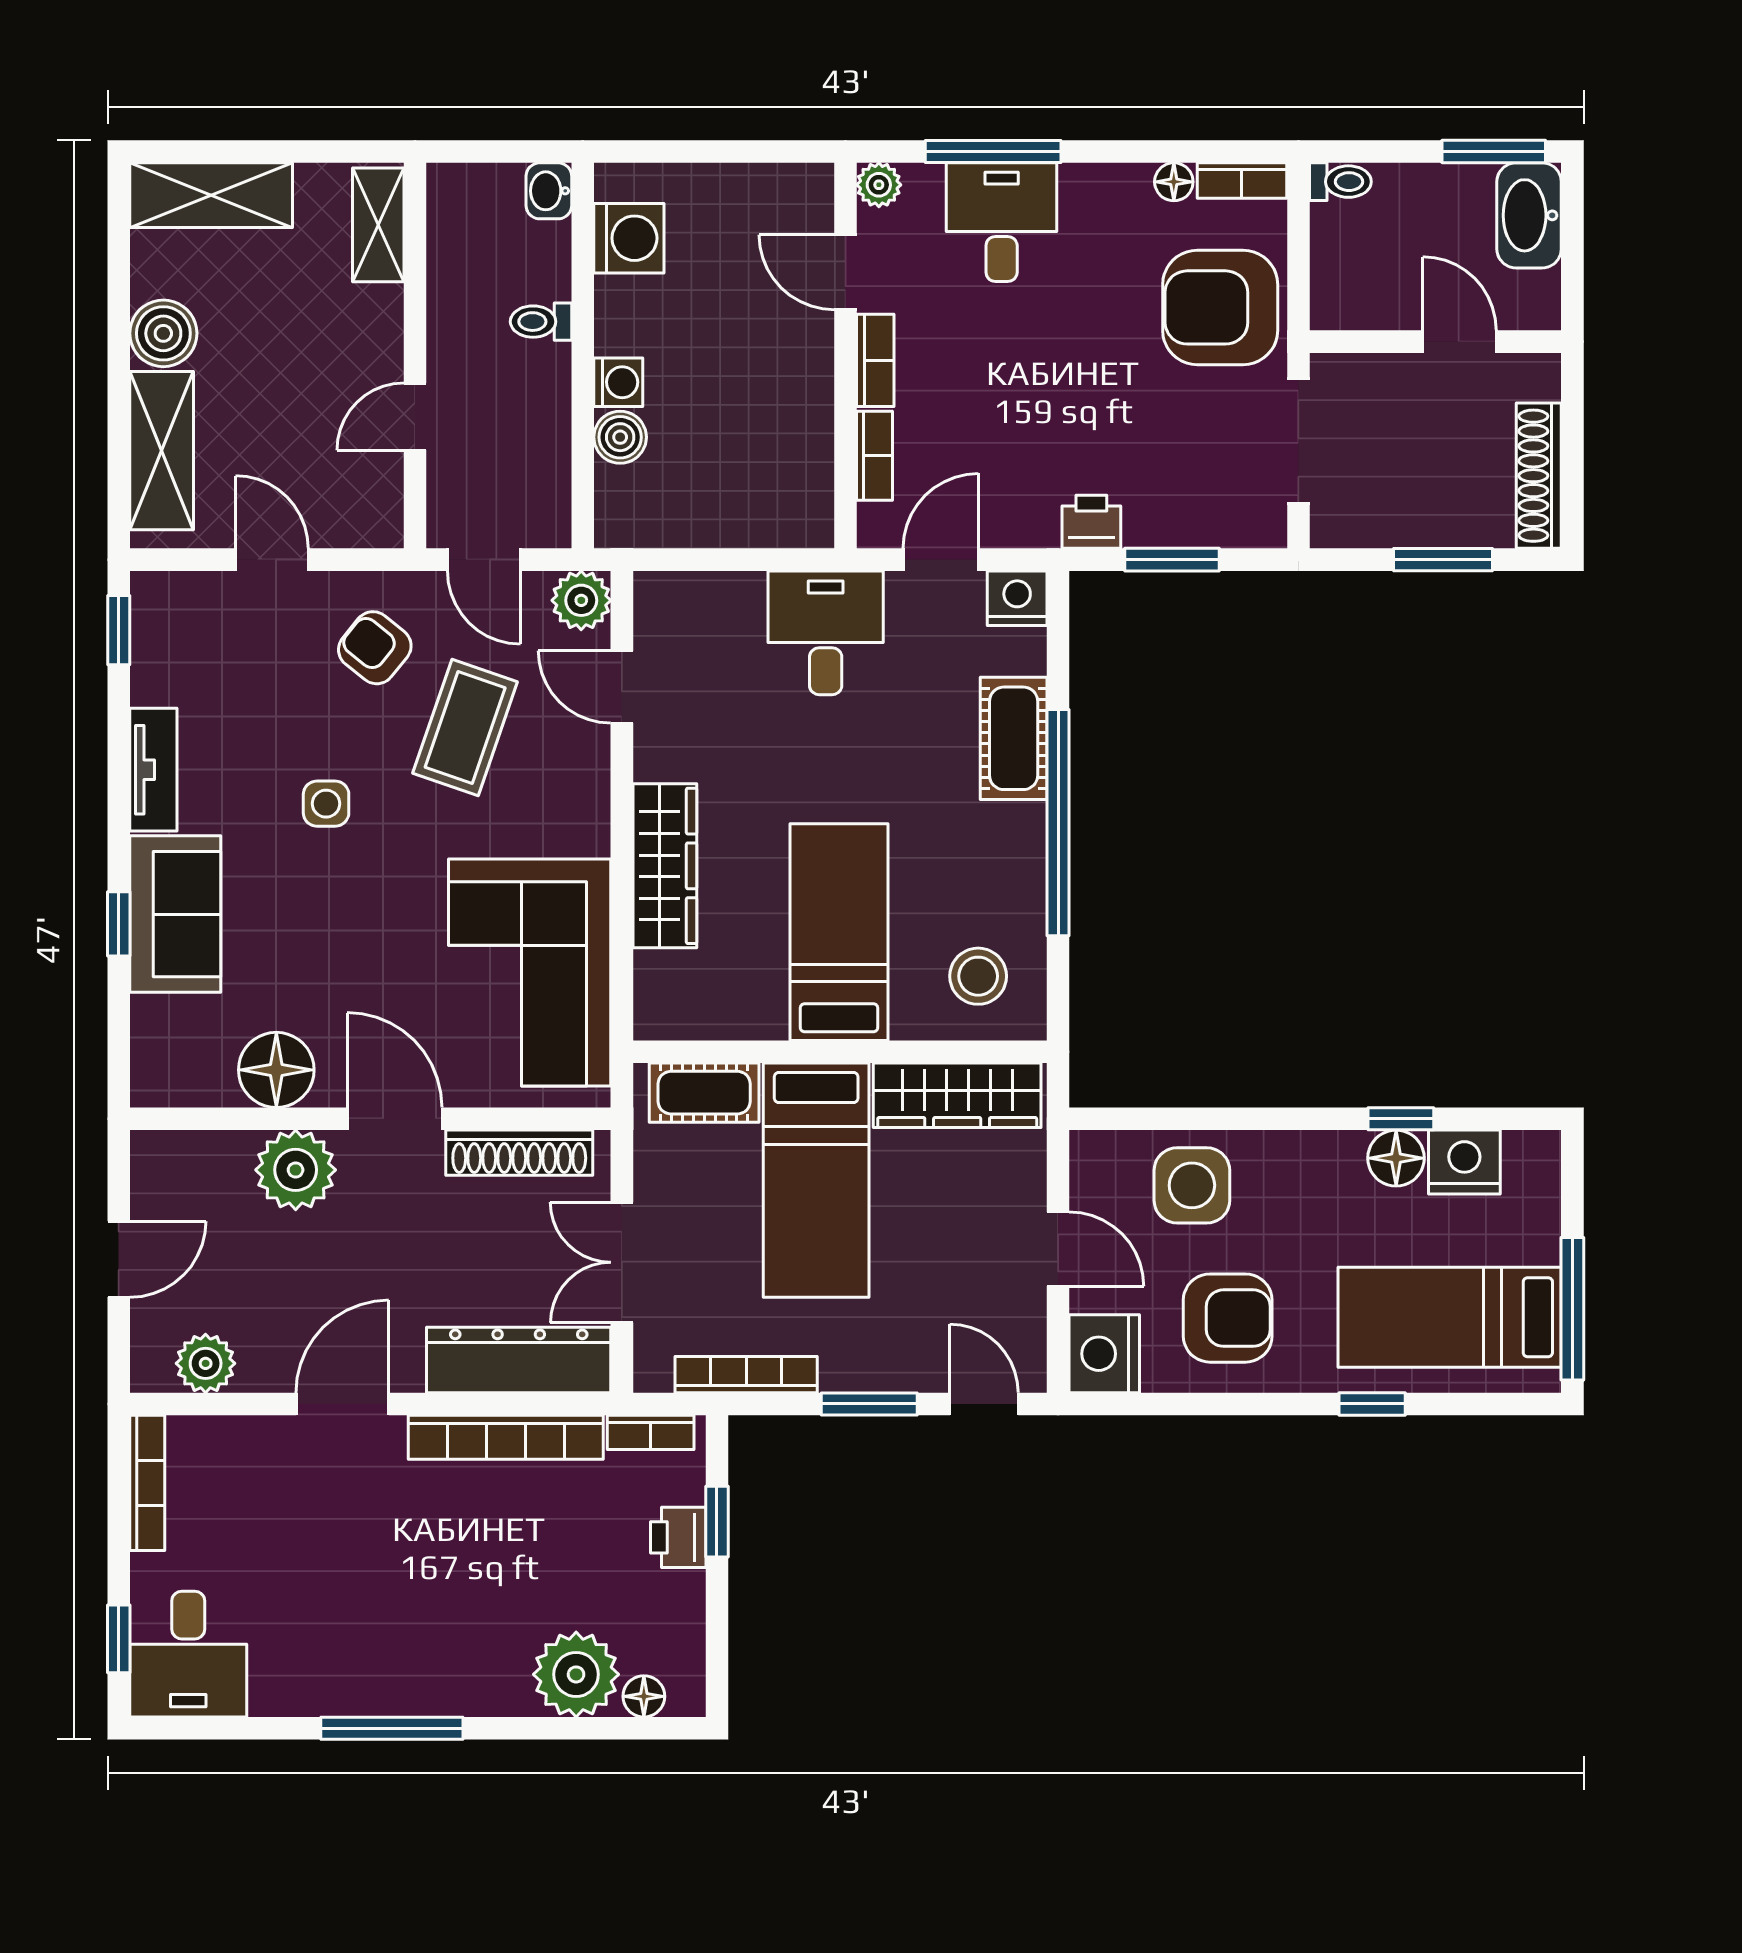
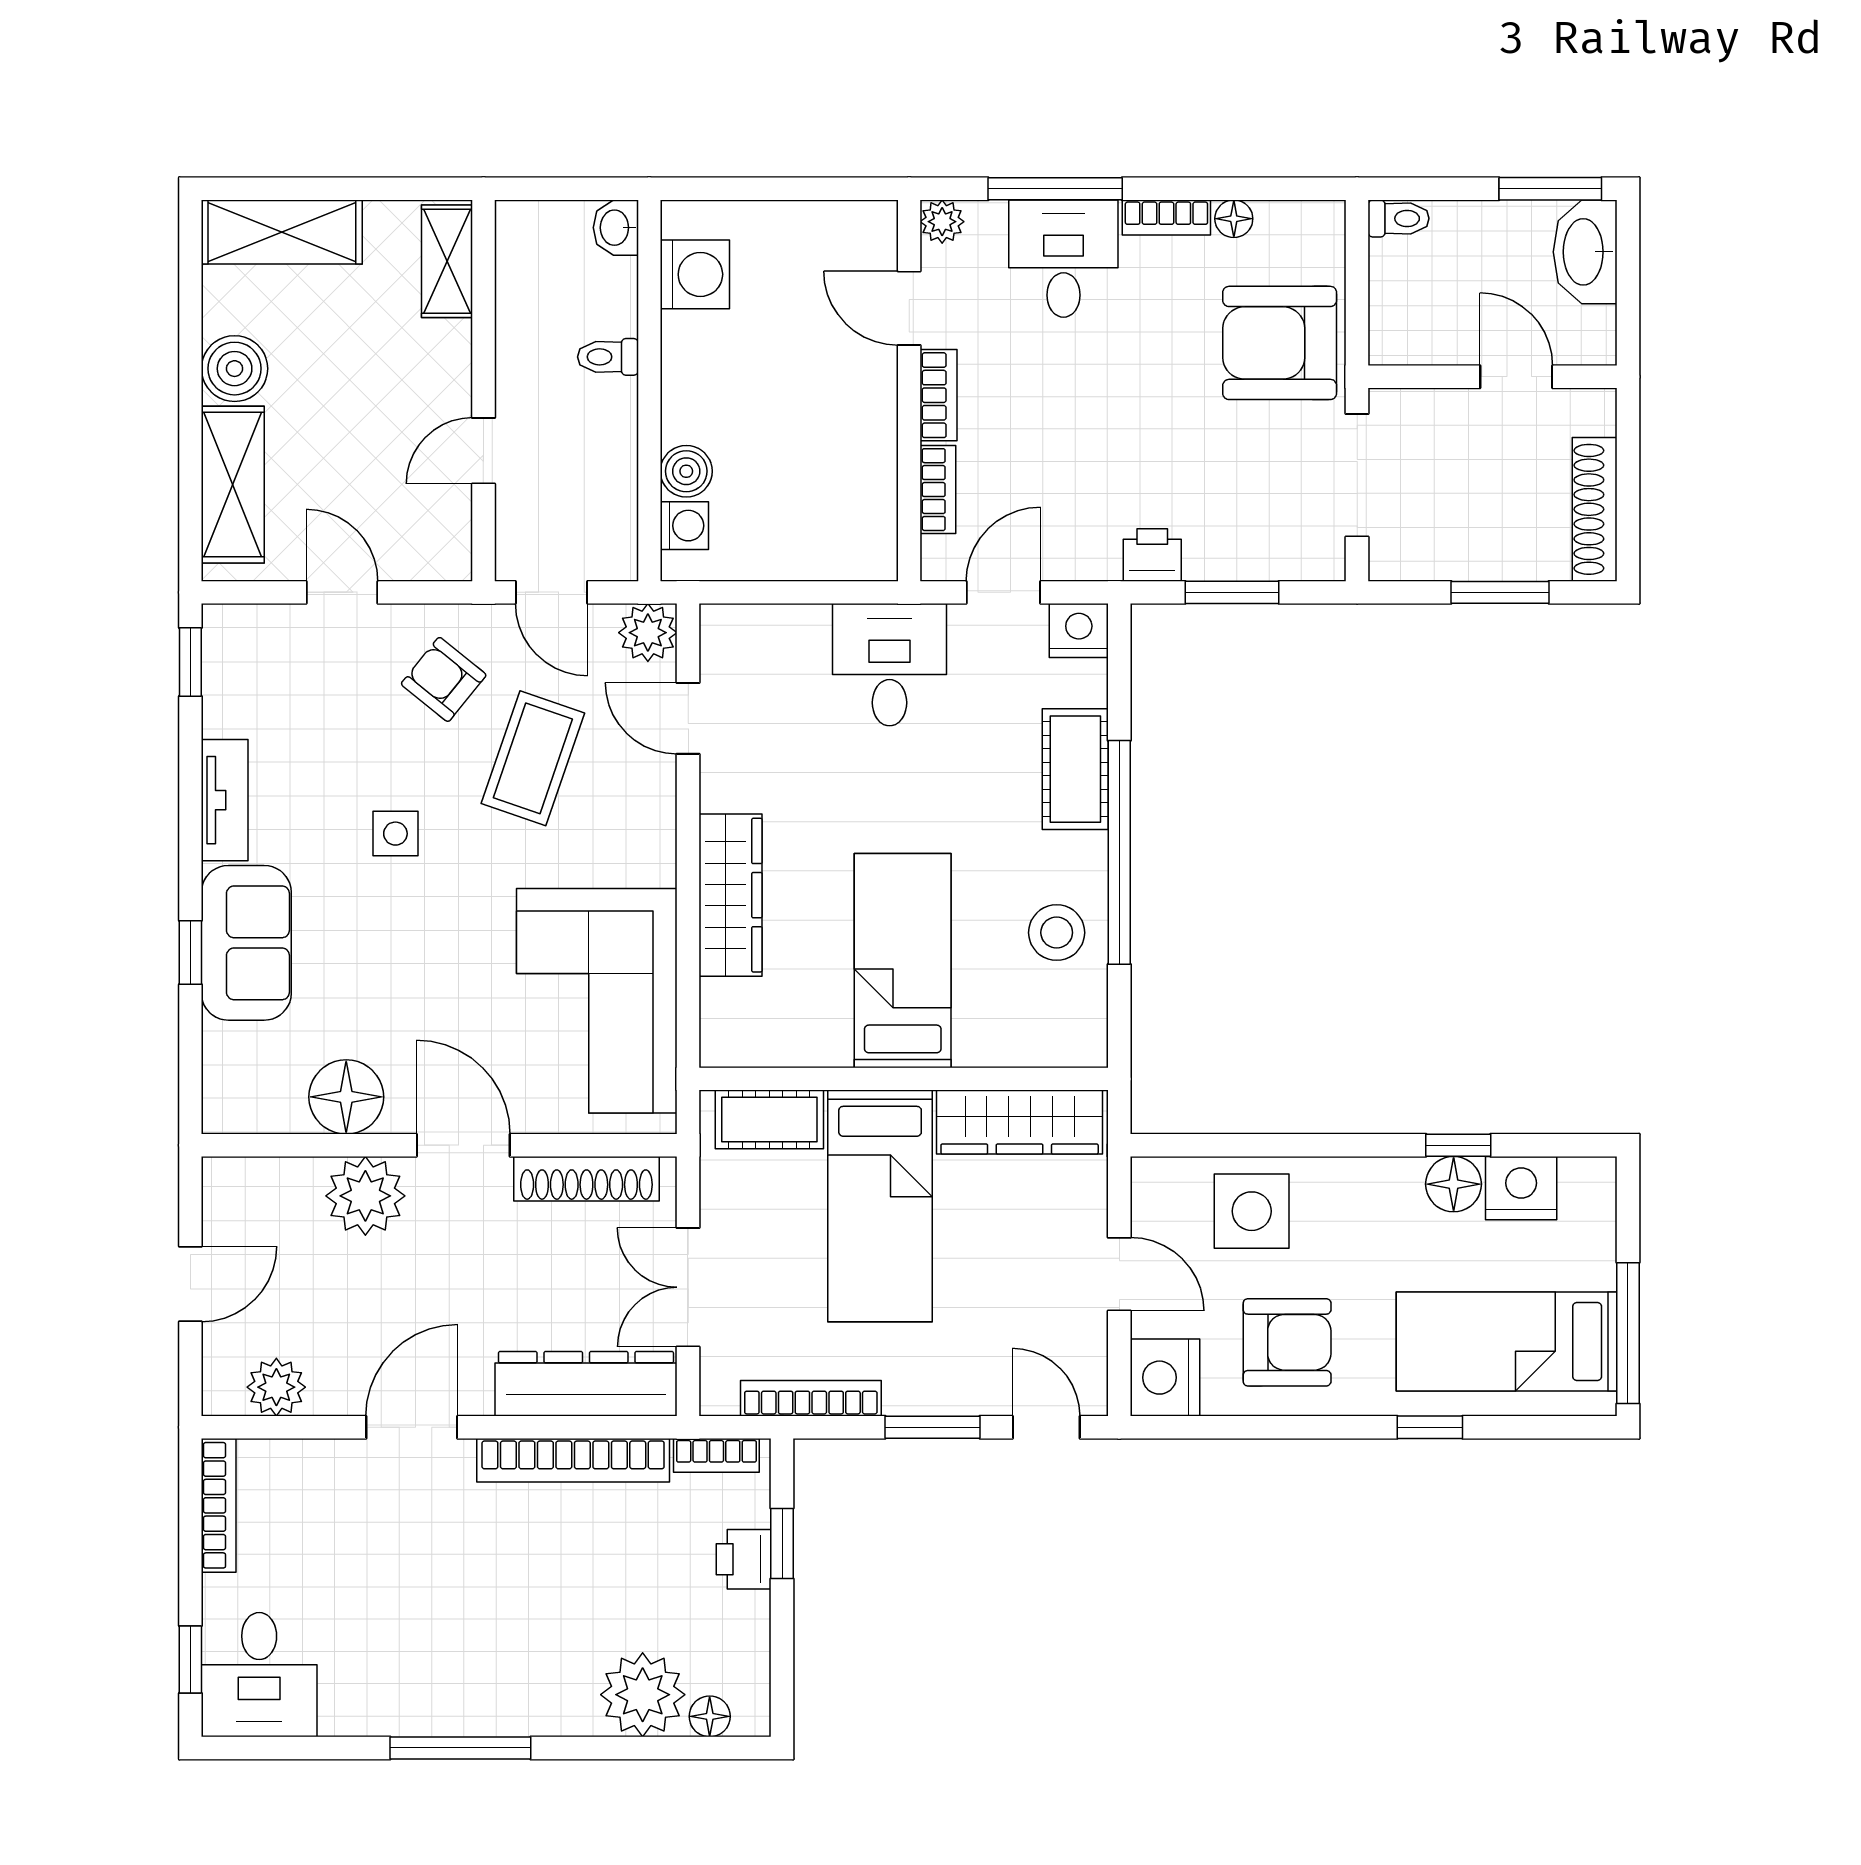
bookcase: (1242, 181) -> (1166, 217), moved
washing machine: (618, 382) -> (684, 526), moved
stool: (978, 976) -> (1057, 933), moved

